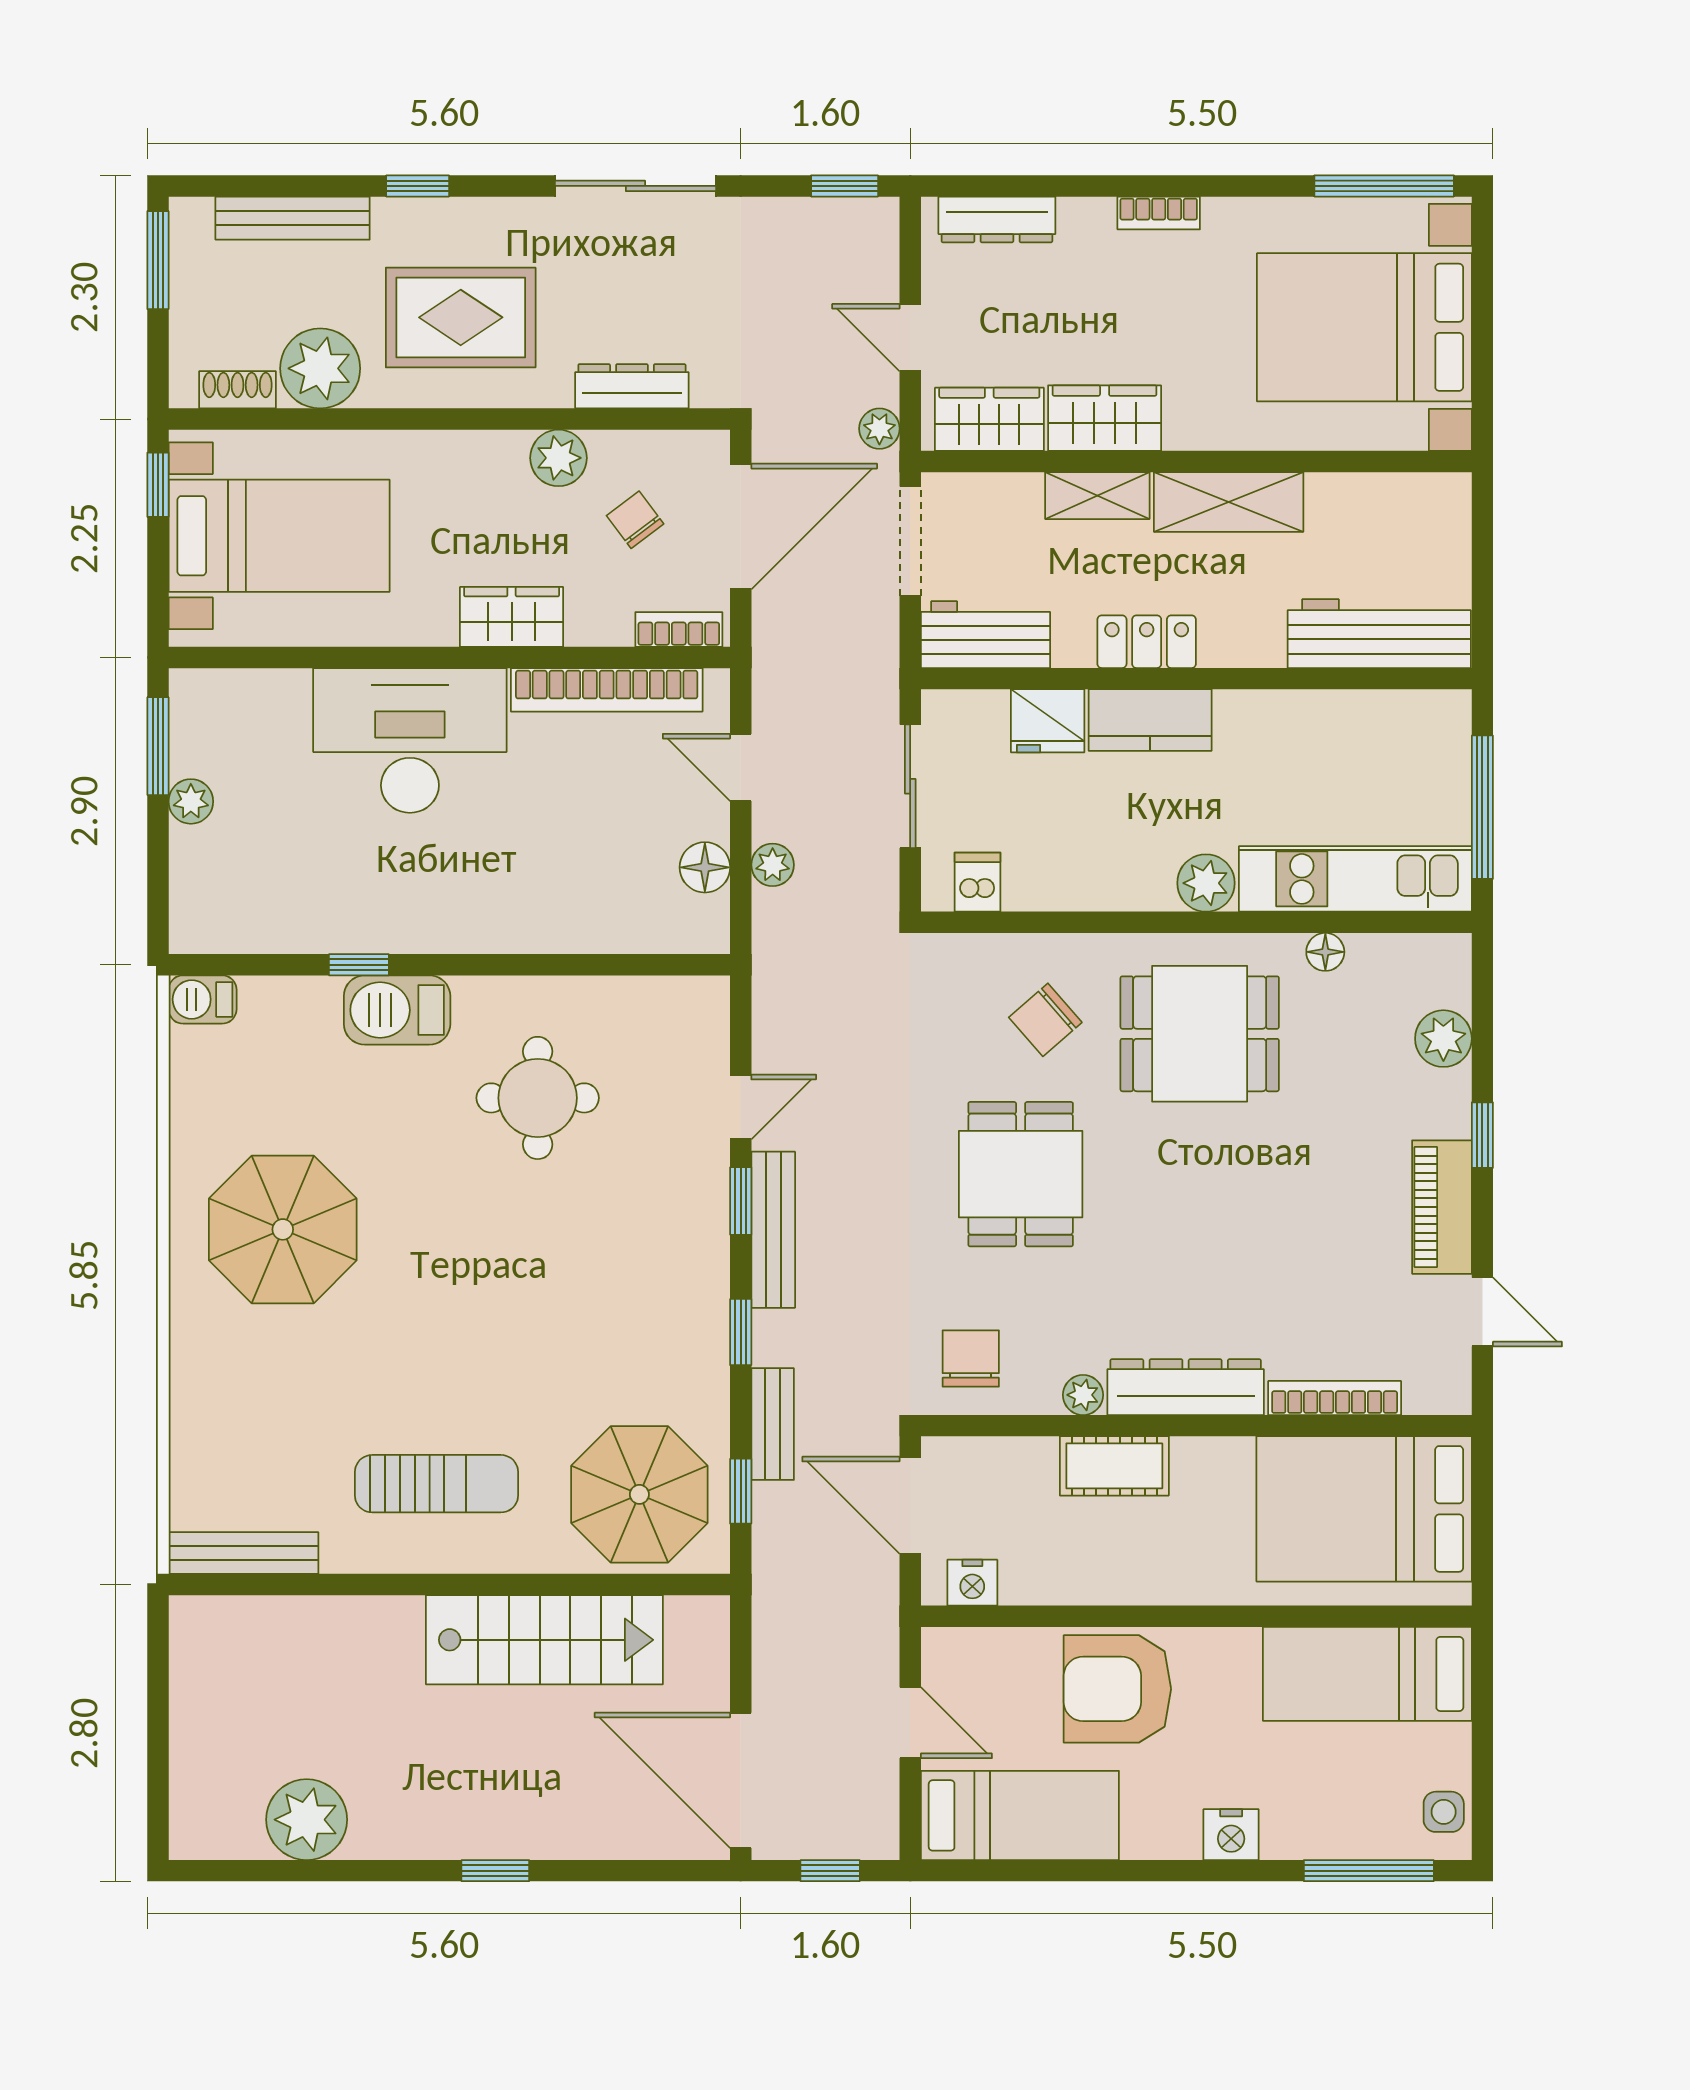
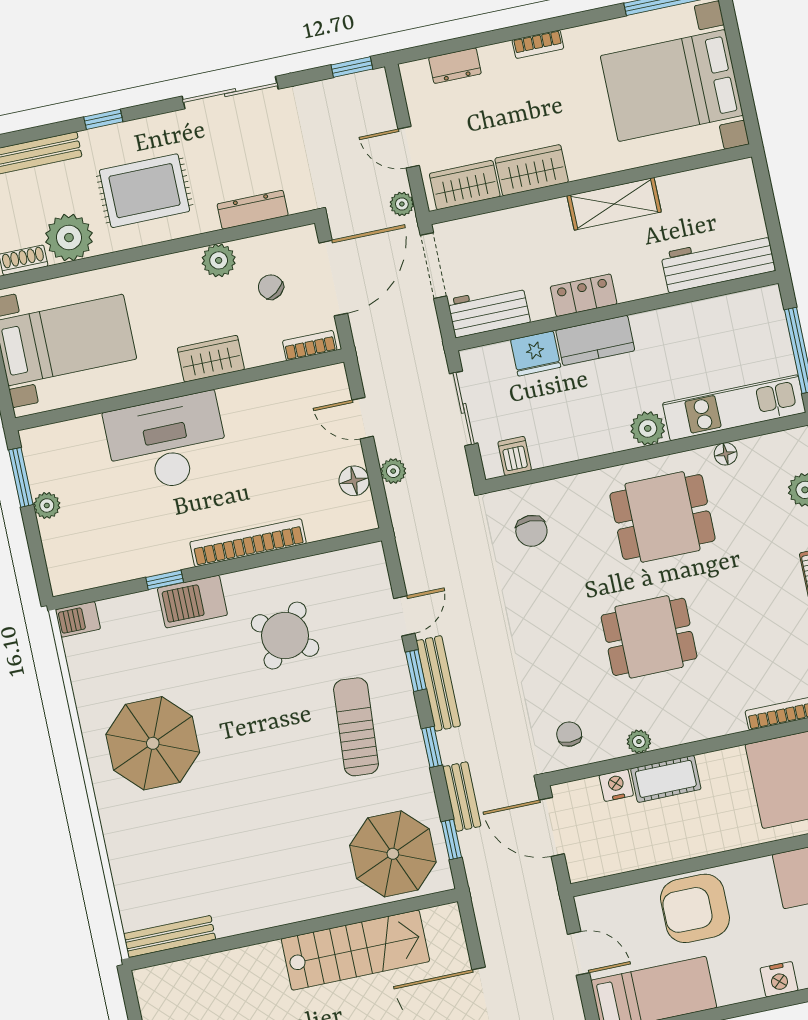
dresser: (997, 219) -> (455, 66), width x0.70
shelving: (1097, 496) -> (537, 216), removed
bookcase: (607, 690) -> (248, 543), moved, turned 180
chair: (1045, 1020) -> (531, 531), moved, turned -49
round table: (538, 1098) -> (285, 636), turned 38
dining table: (1021, 1174) -> (649, 637), moved, turned 90
chair: (971, 1359) -> (569, 734), width x0.73, depth x0.73
dresser: (1186, 1387) -> (698, 724), removed
sun lounger: (437, 1484) -> (356, 727), moved, turned -86
nightstand: (972, 1583) -> (616, 785), moved, turned 180

